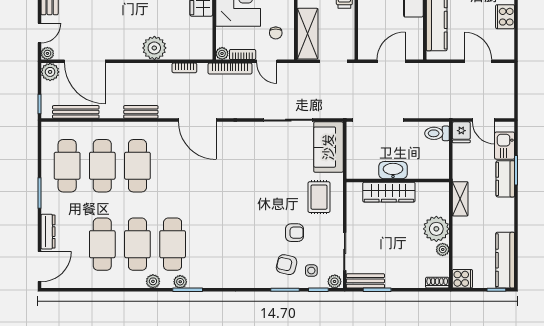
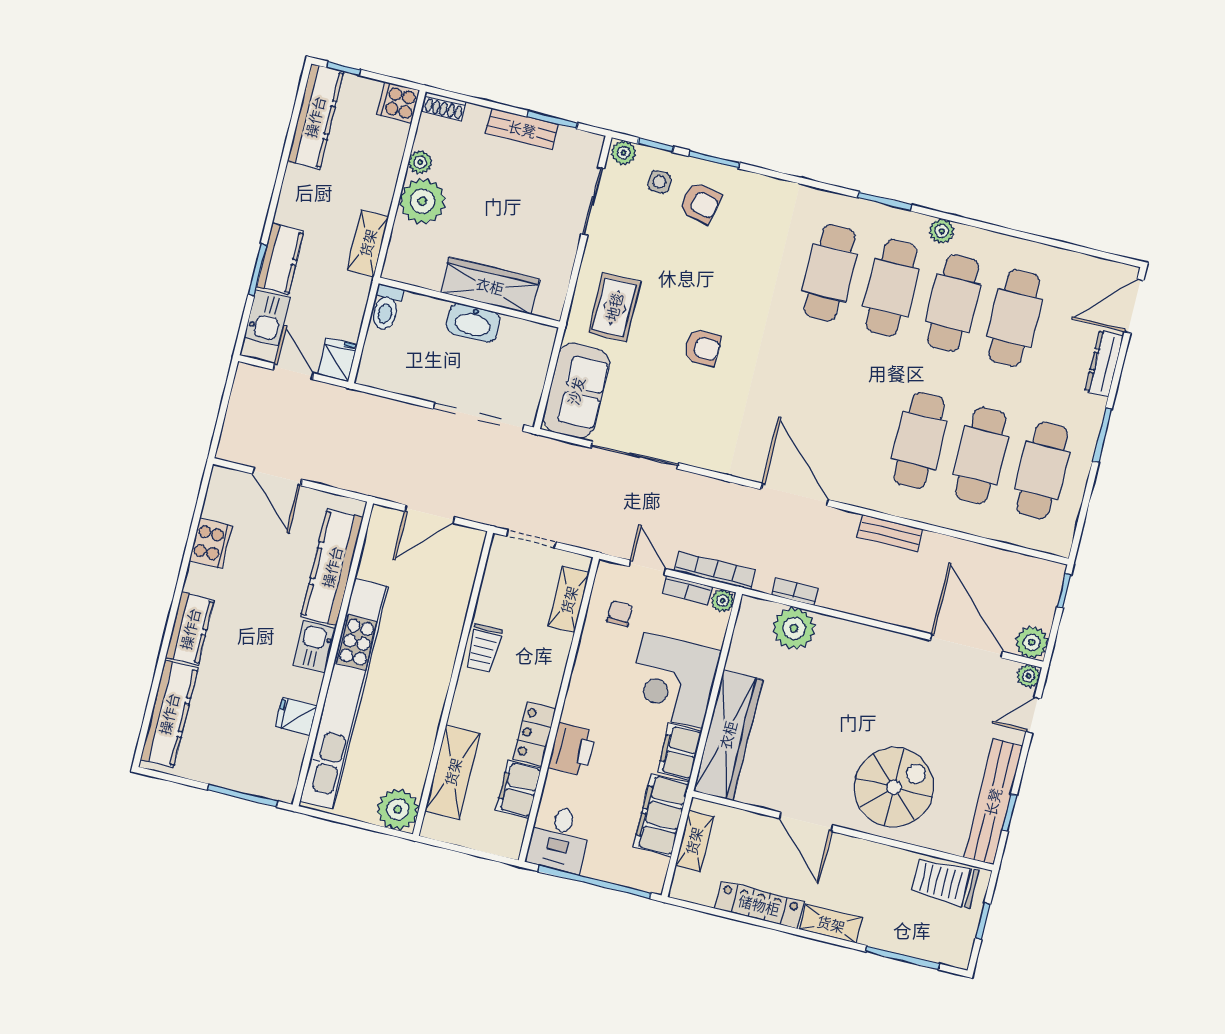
shelving: (308, 34) -> (569, 600), width x0.67, depth x0.75
plant: (154, 48) -> (794, 628), moved
bench: (76, 112) -> (1004, 561), removed
toilet: (437, 133) -> (386, 308), moved, turned 90
armchair: (294, 233) -> (703, 348), moved, turned 180
cafe table: (208, 244) -> (830, 273), added
bench: (365, 281) -> (522, 129), moved
plant: (180, 282) -> (894, 219), removed

